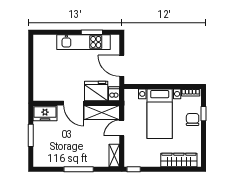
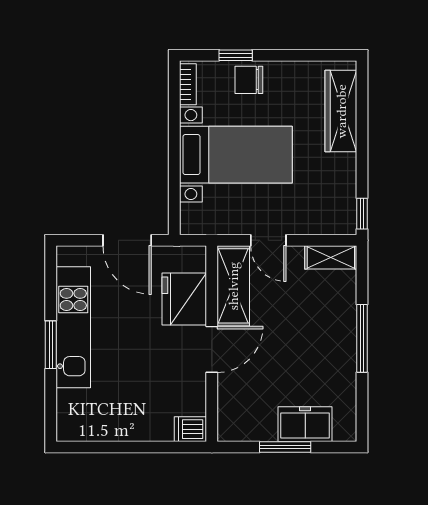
window: (92, 32) -> (51, 345), moved
door: (122, 66) -> (127, 240), hinge flipped
dishwasher: (114, 94) -> (190, 429), moved
freezer: (45, 113) -> (305, 424), moved, turned -90

